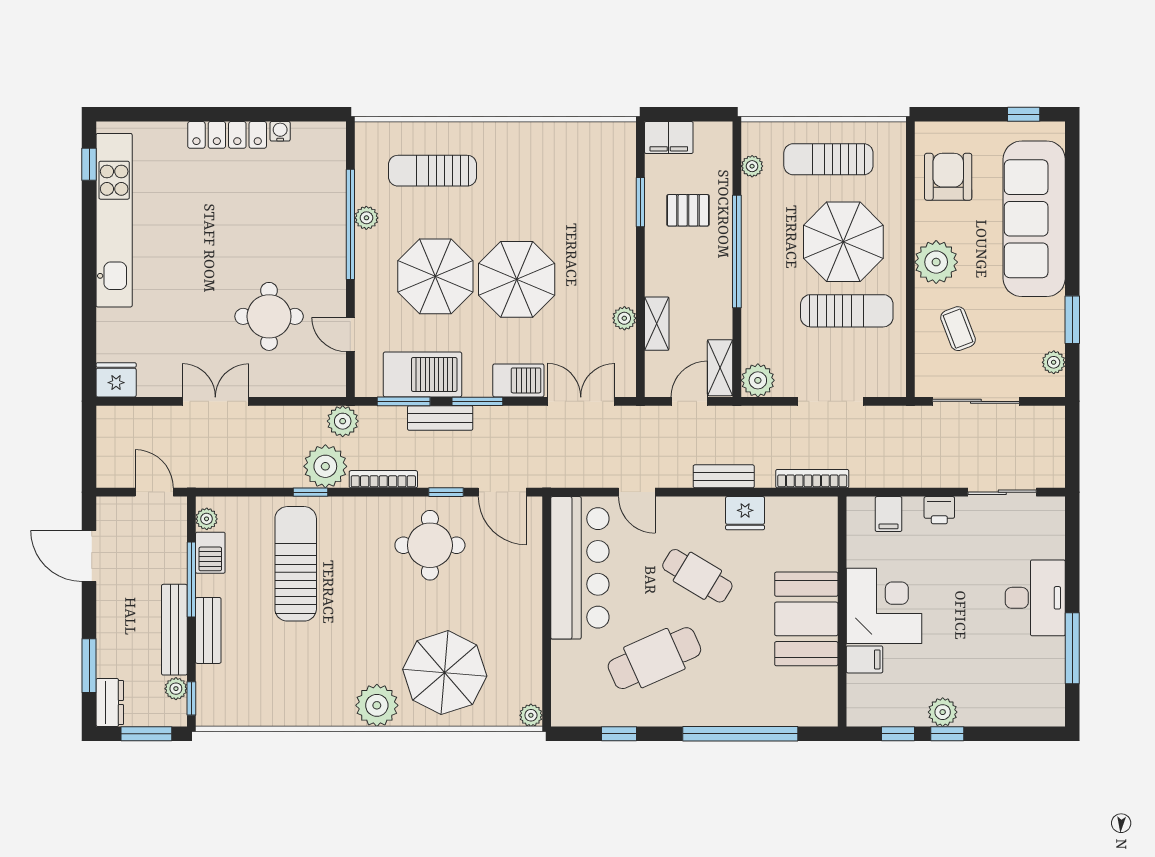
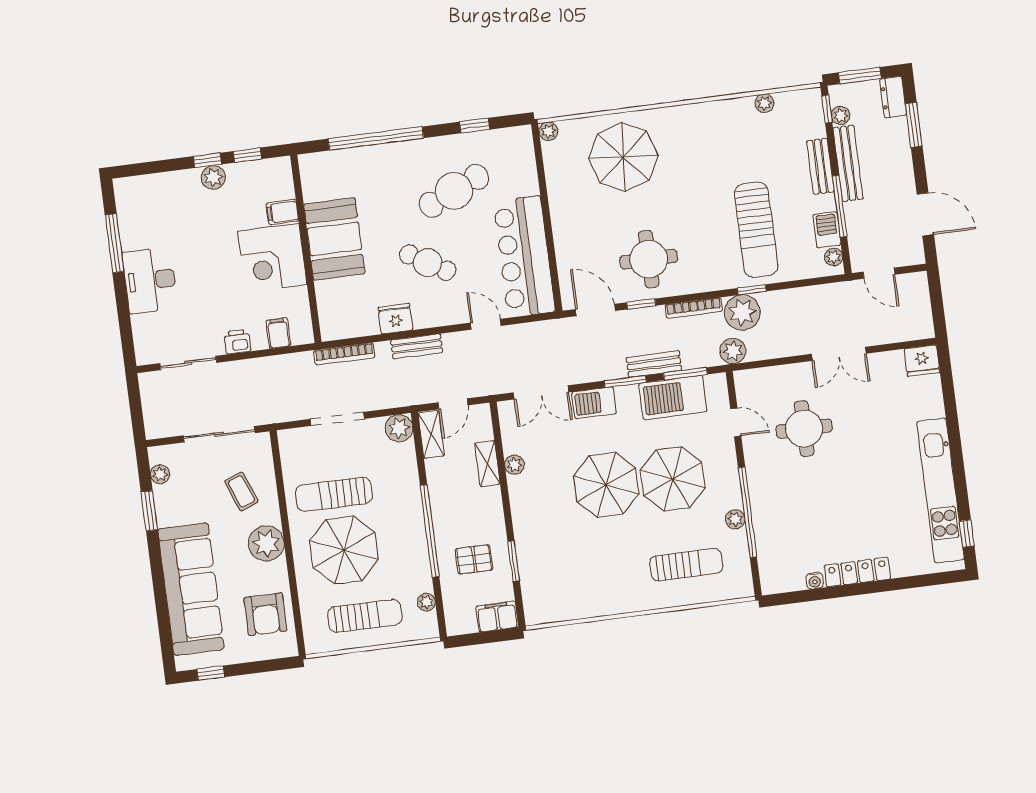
plant: (377, 705) -> (764, 103), moved, width x0.53, depth x0.53

